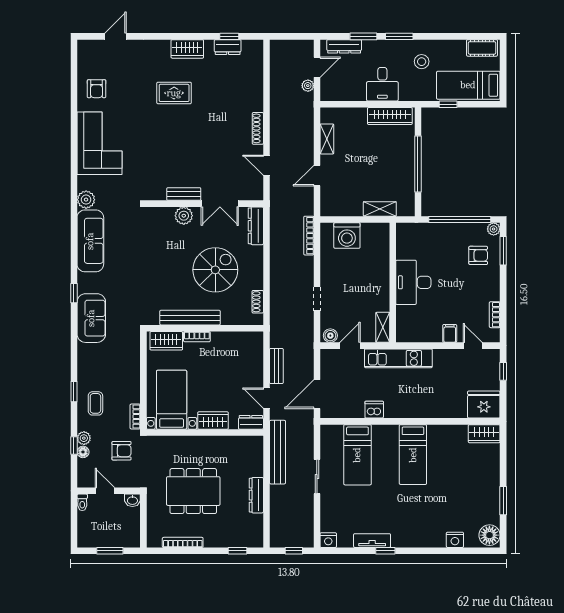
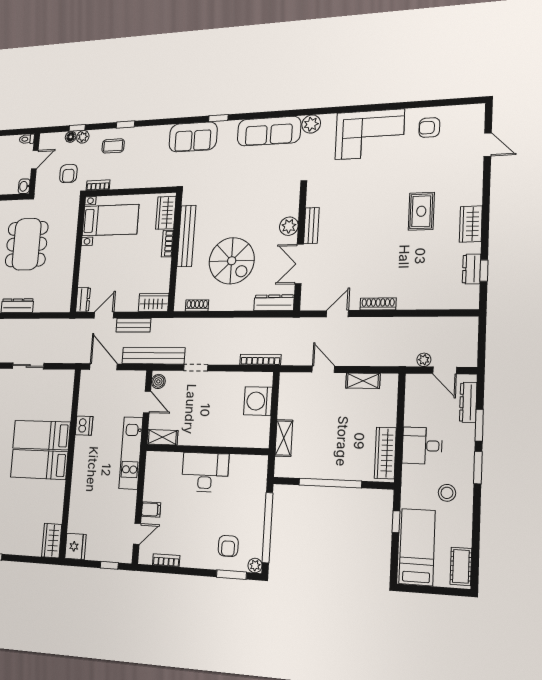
fridge: (484, 405) -> (75, 546), width x0.73, depth x0.75
wardrobe: (213, 420) -> (154, 302), moved, turned -90
bench: (278, 452) -> (153, 356), moved
bed: (357, 455) -> (41, 435), moved

